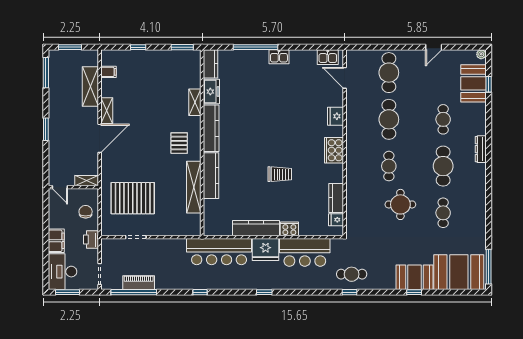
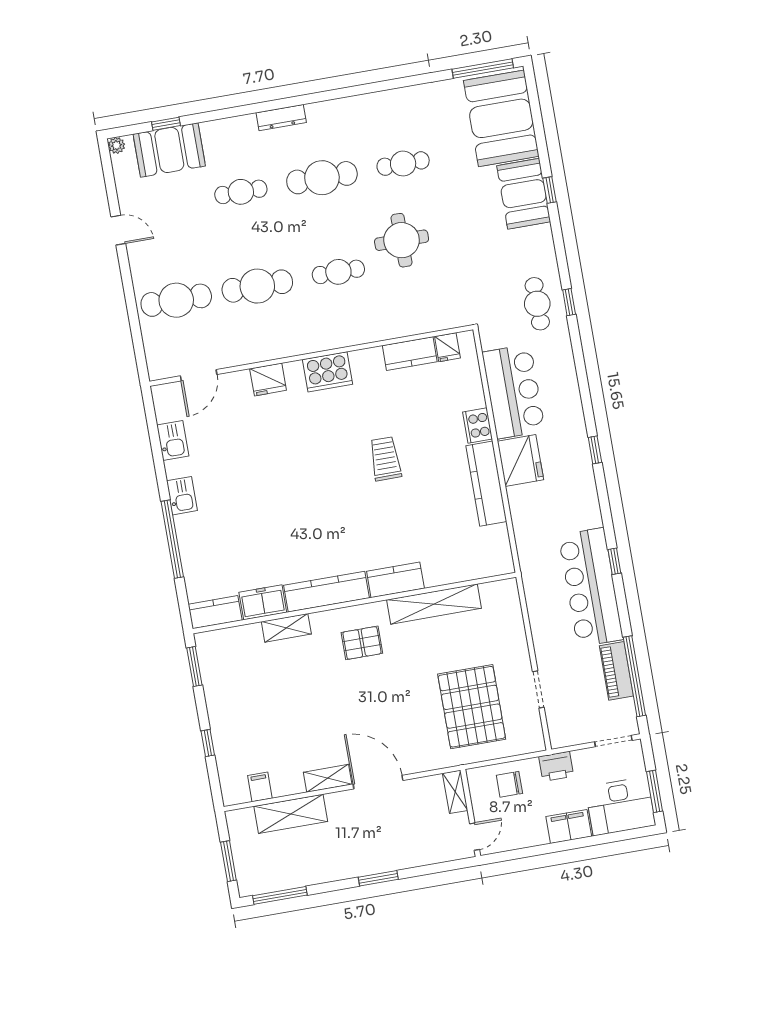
kitchen sink: (328, 57) -> (173, 441), moved
kitchen counter: (211, 176) -> (395, 580), width x0.67
bar counter: (219, 252) -> (591, 587), moved, turned 180

